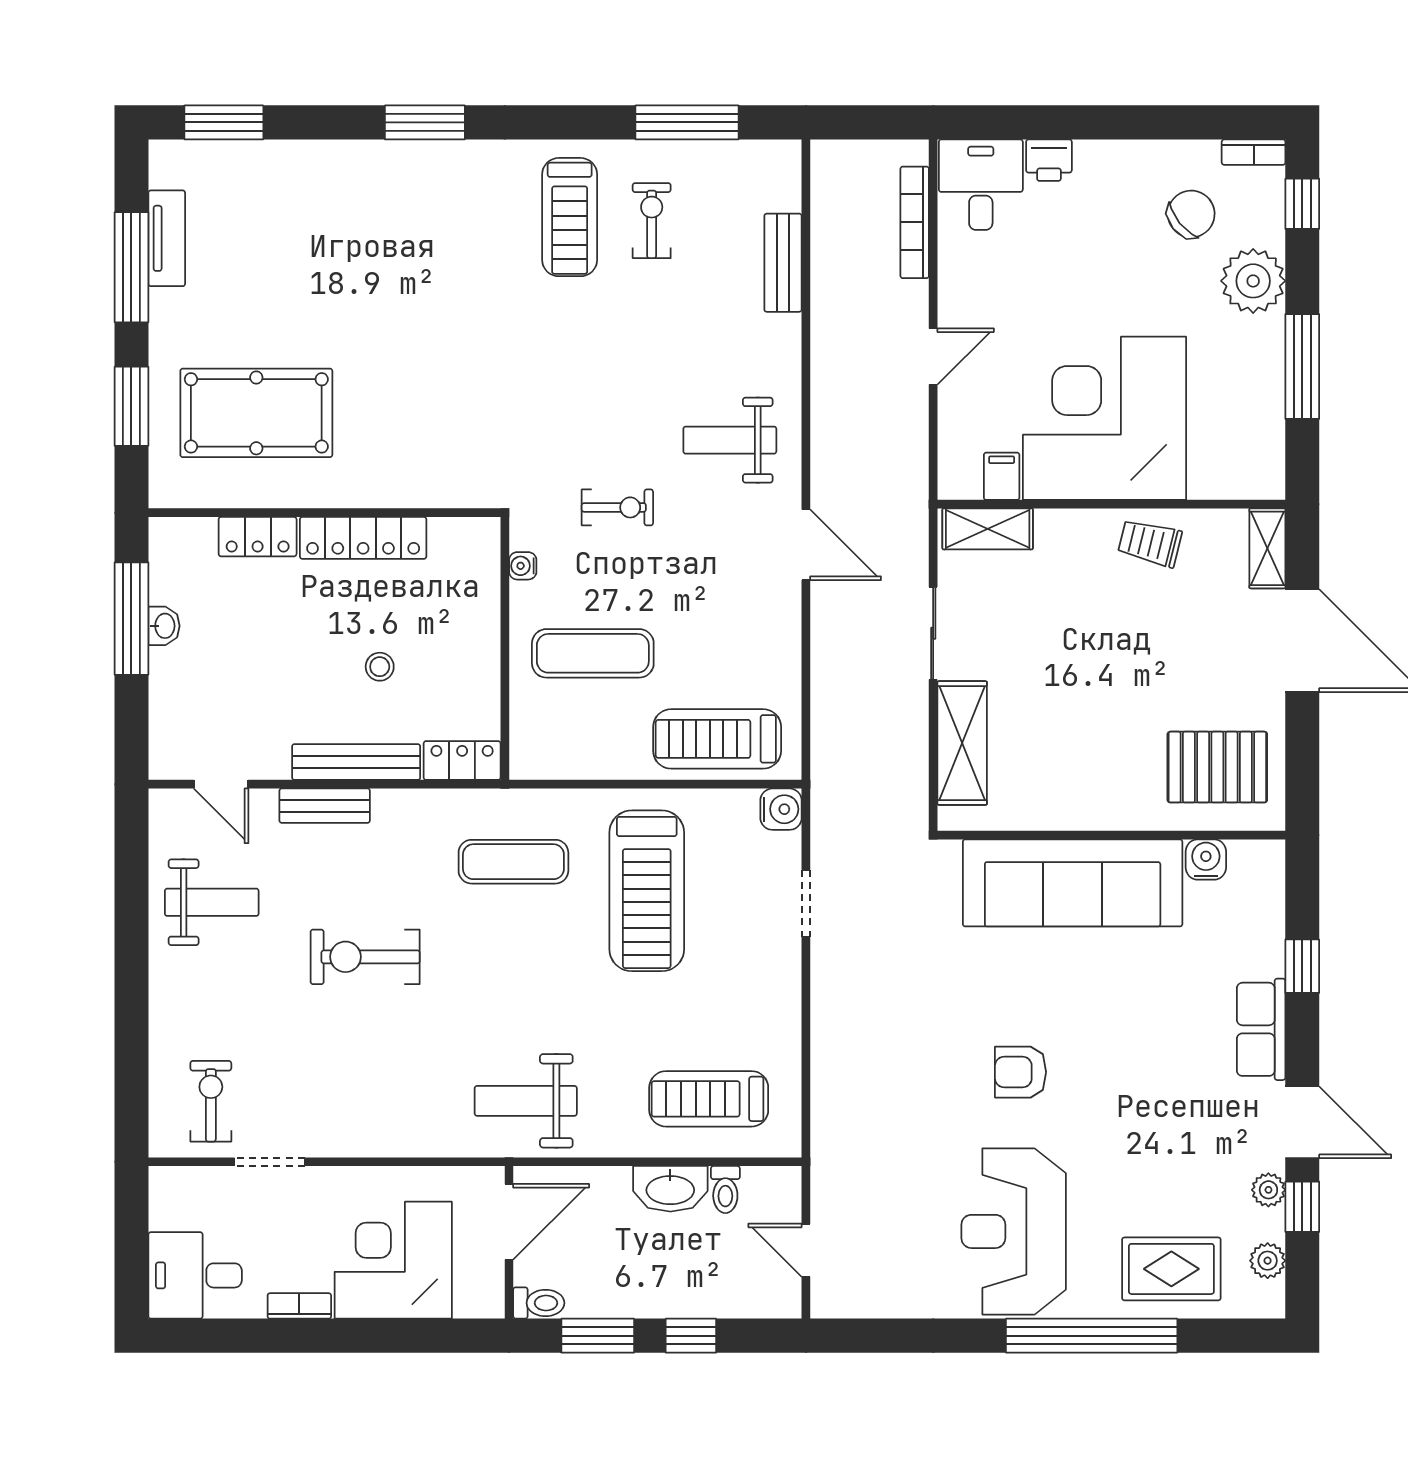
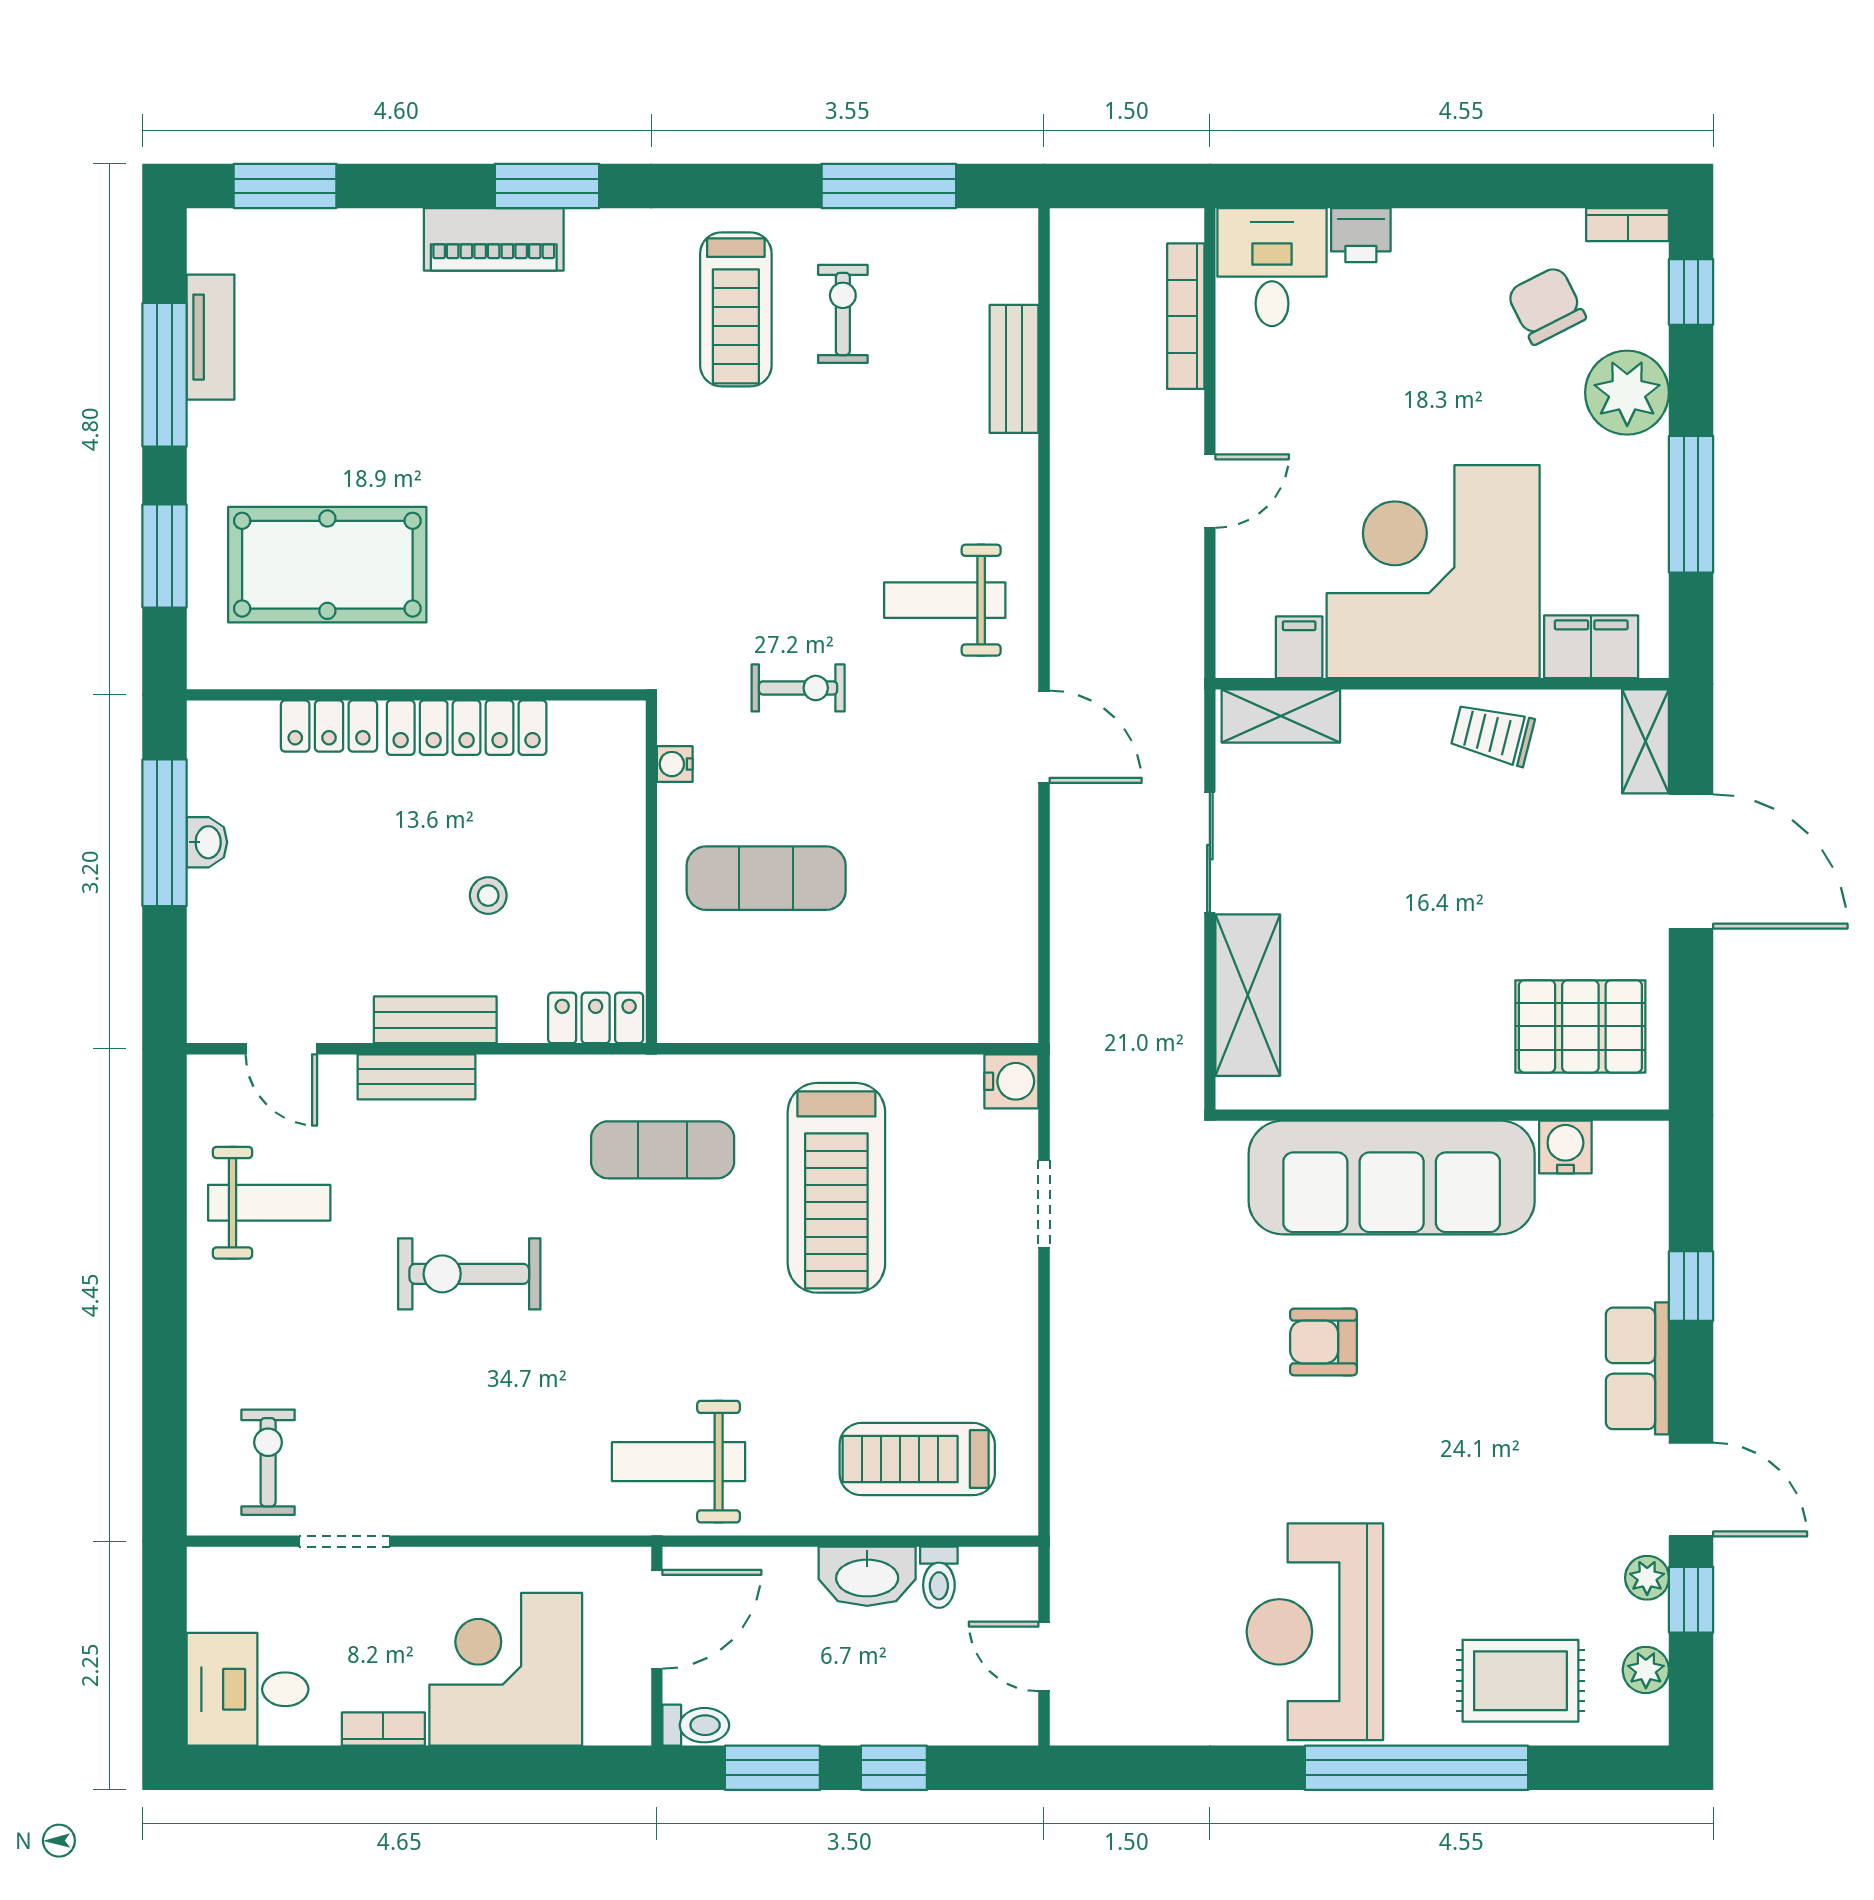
piano: (384, 163) -> (494, 239), added
chair: (1191, 214) -> (1546, 305), turned -78
filing cabinet: (1226, 476) -> (1591, 647), added
treadmill: (717, 739) -> (928, 990), removed
bench: (356, 762) -> (435, 1020), width x0.73
armchair: (1021, 1072) -> (1323, 1342), moved

